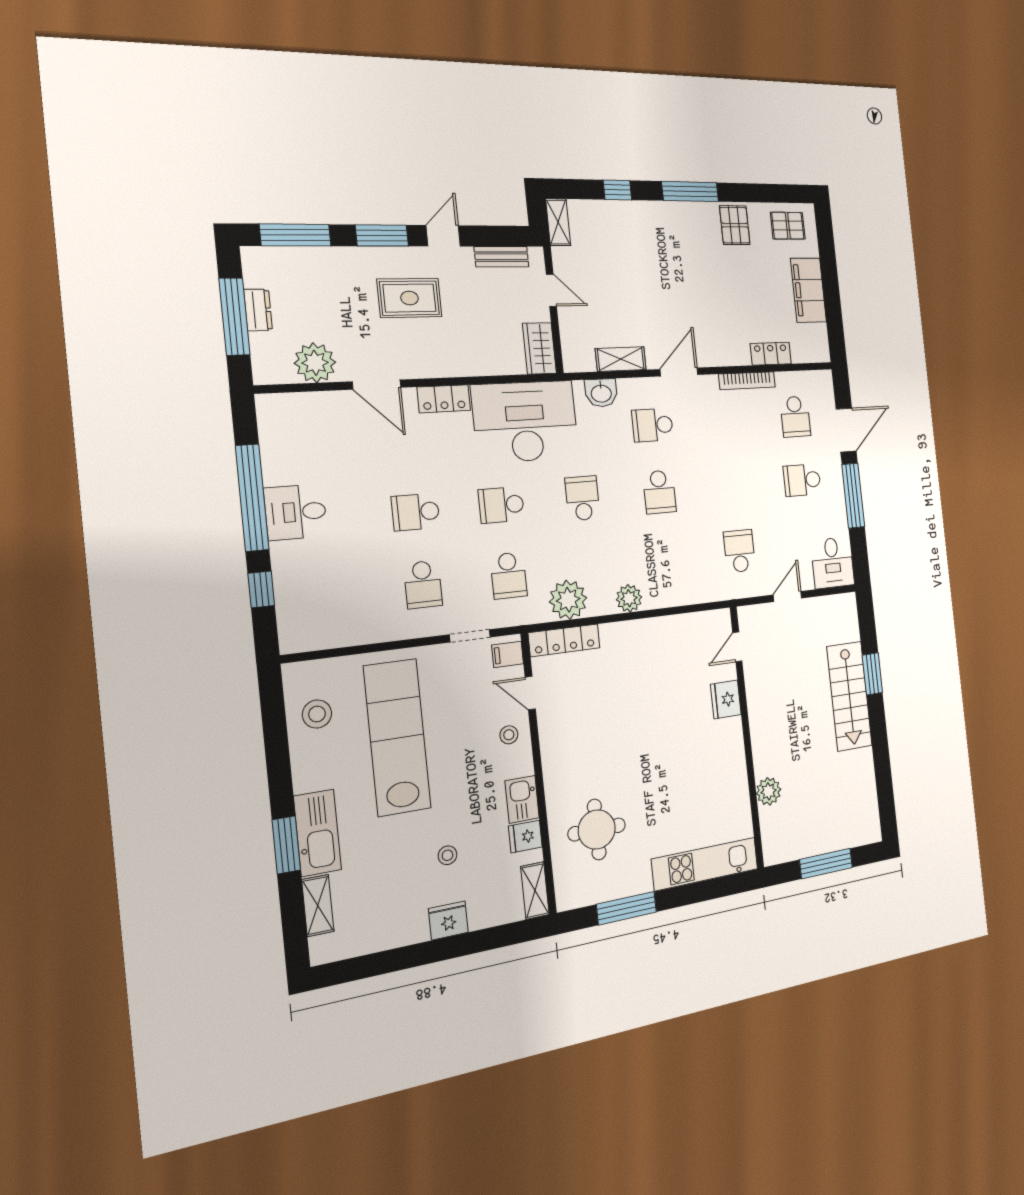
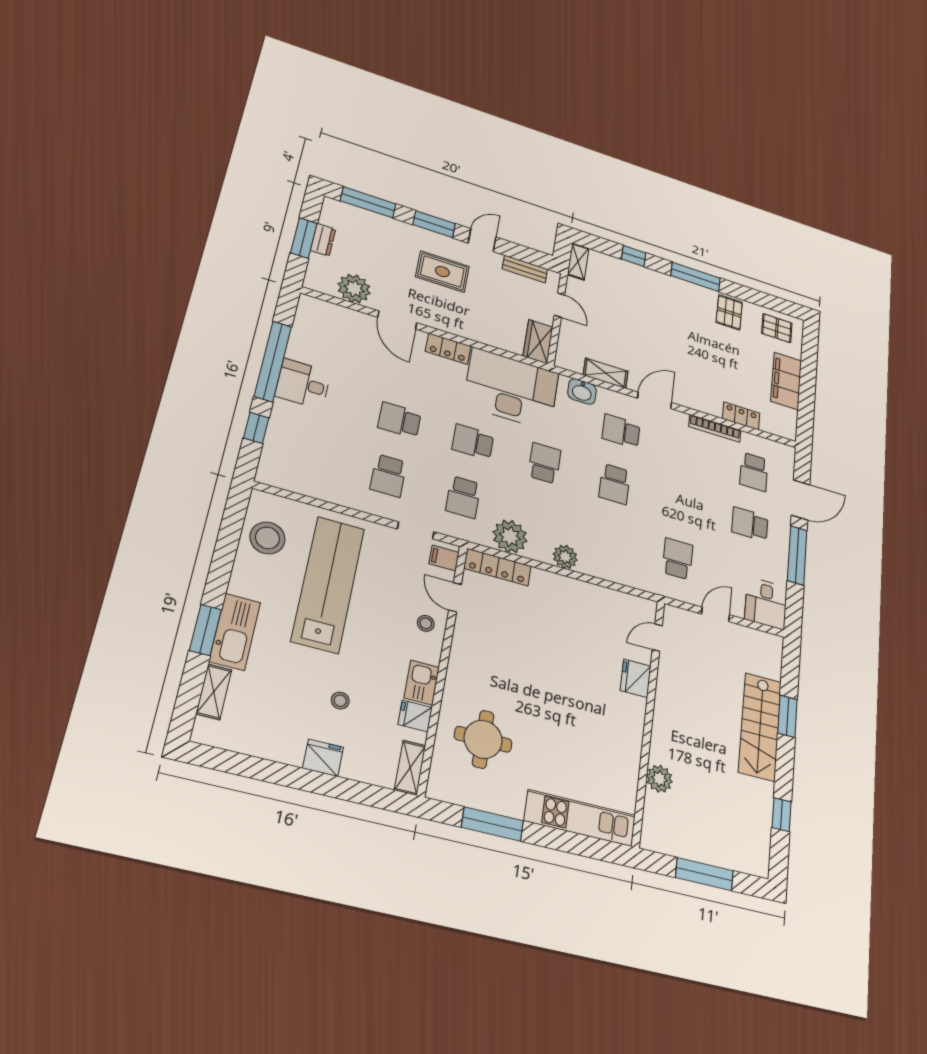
window: (234, 317) -> (304, 238), width x0.69
stool: (317, 714) -> (268, 538), width x1.38, depth x1.38
window: (883, 775) -> (782, 815), added

